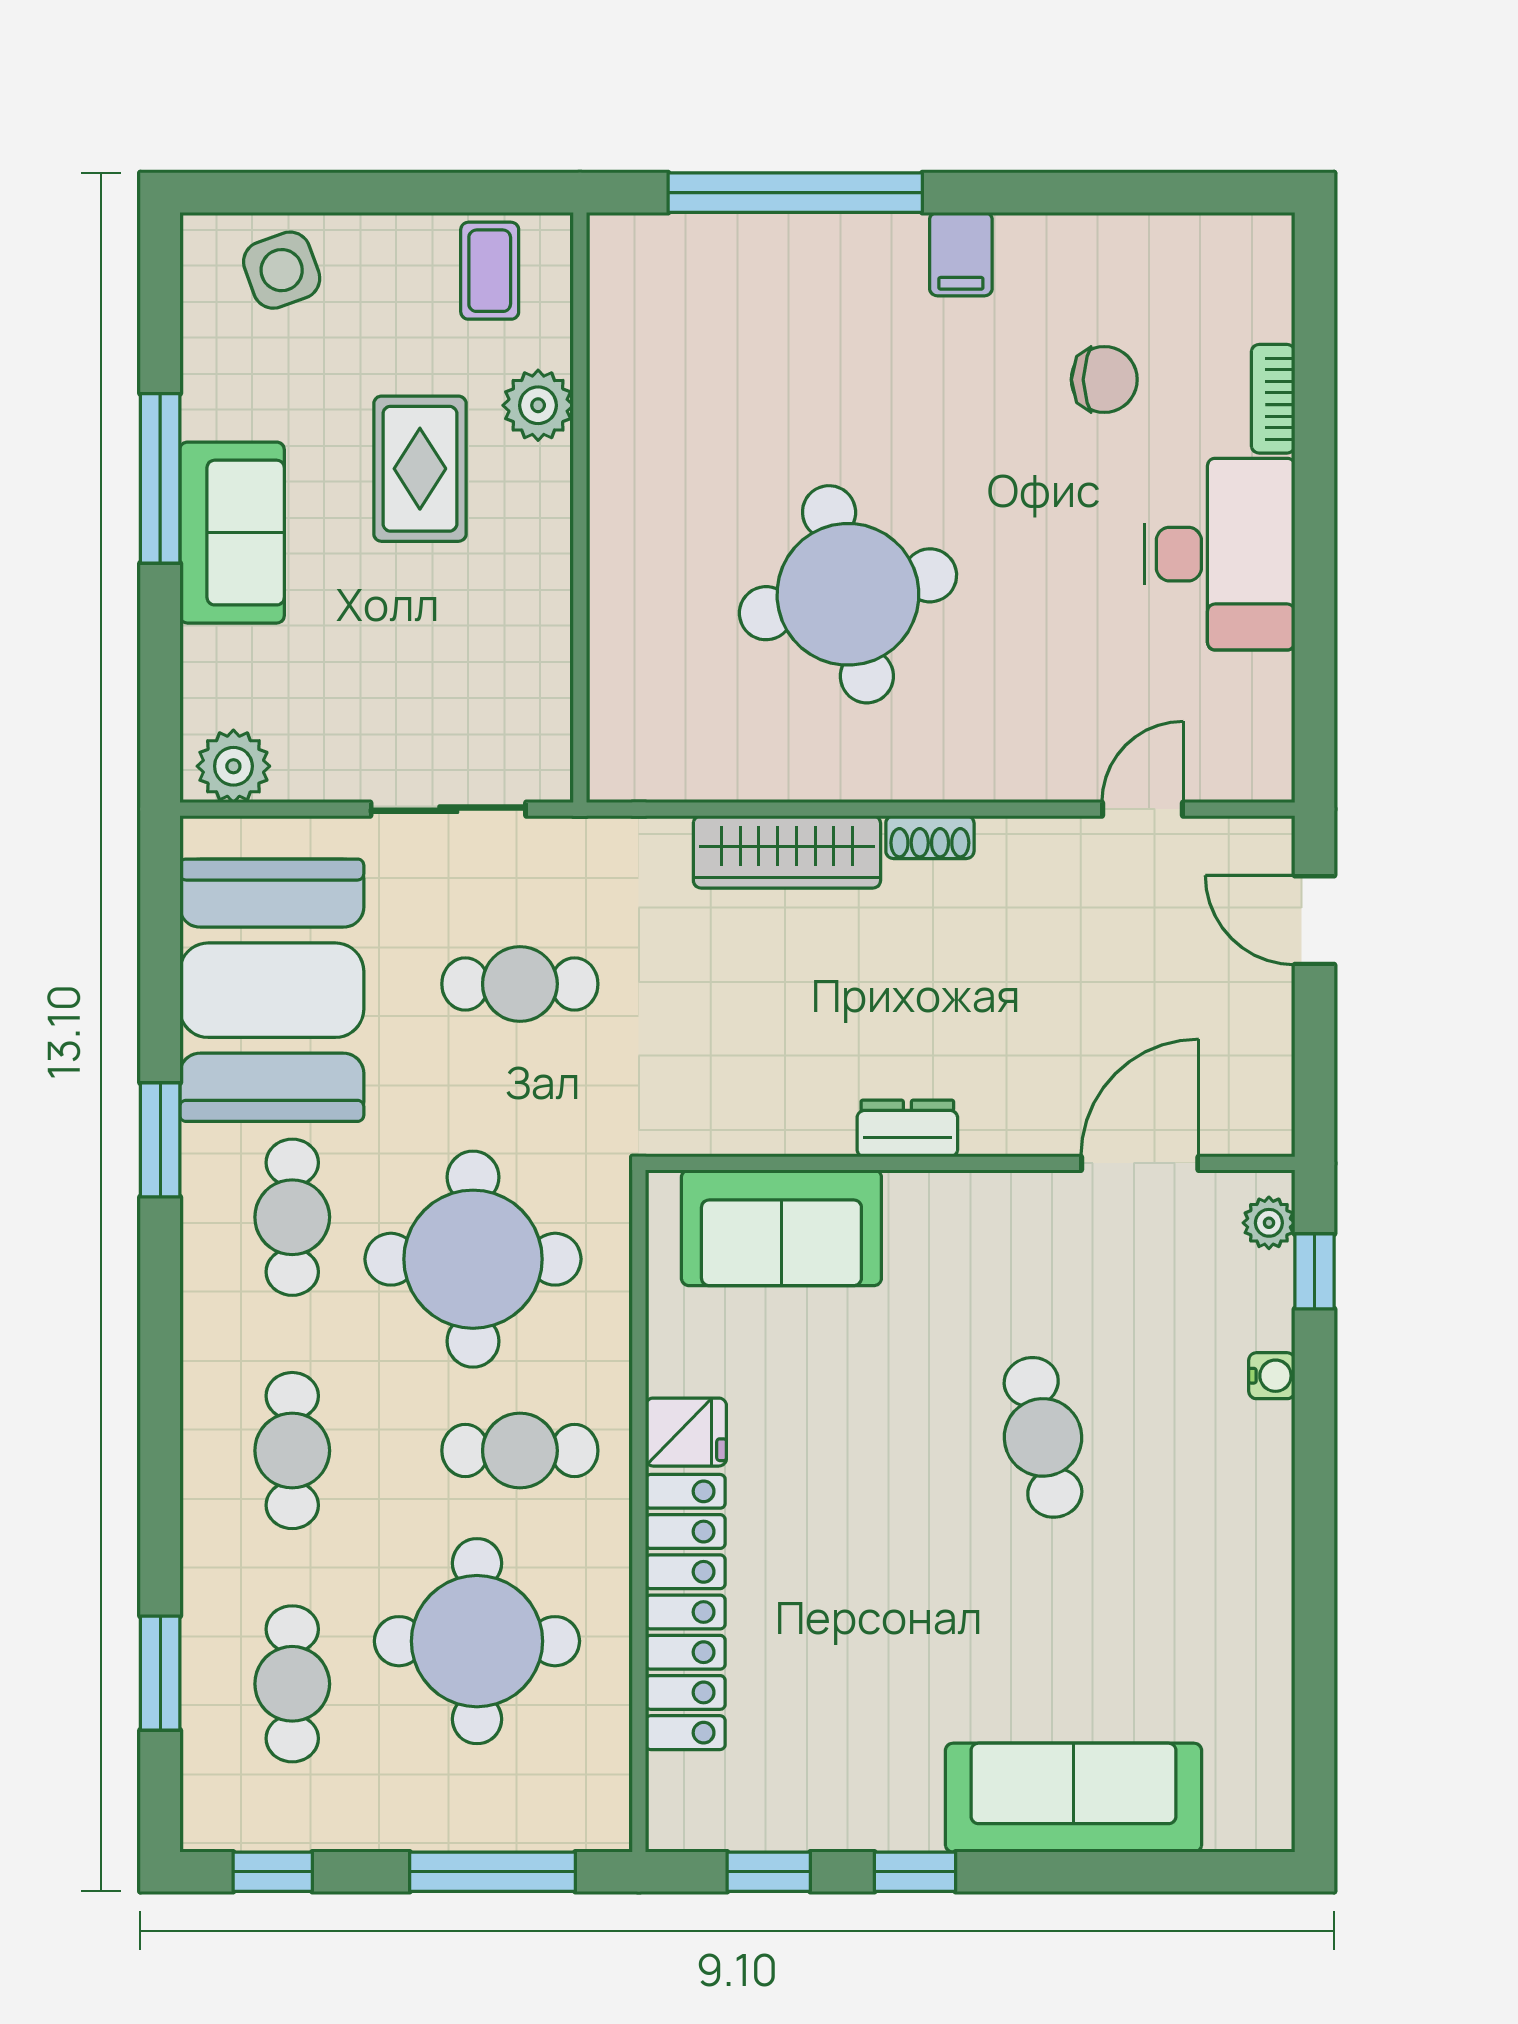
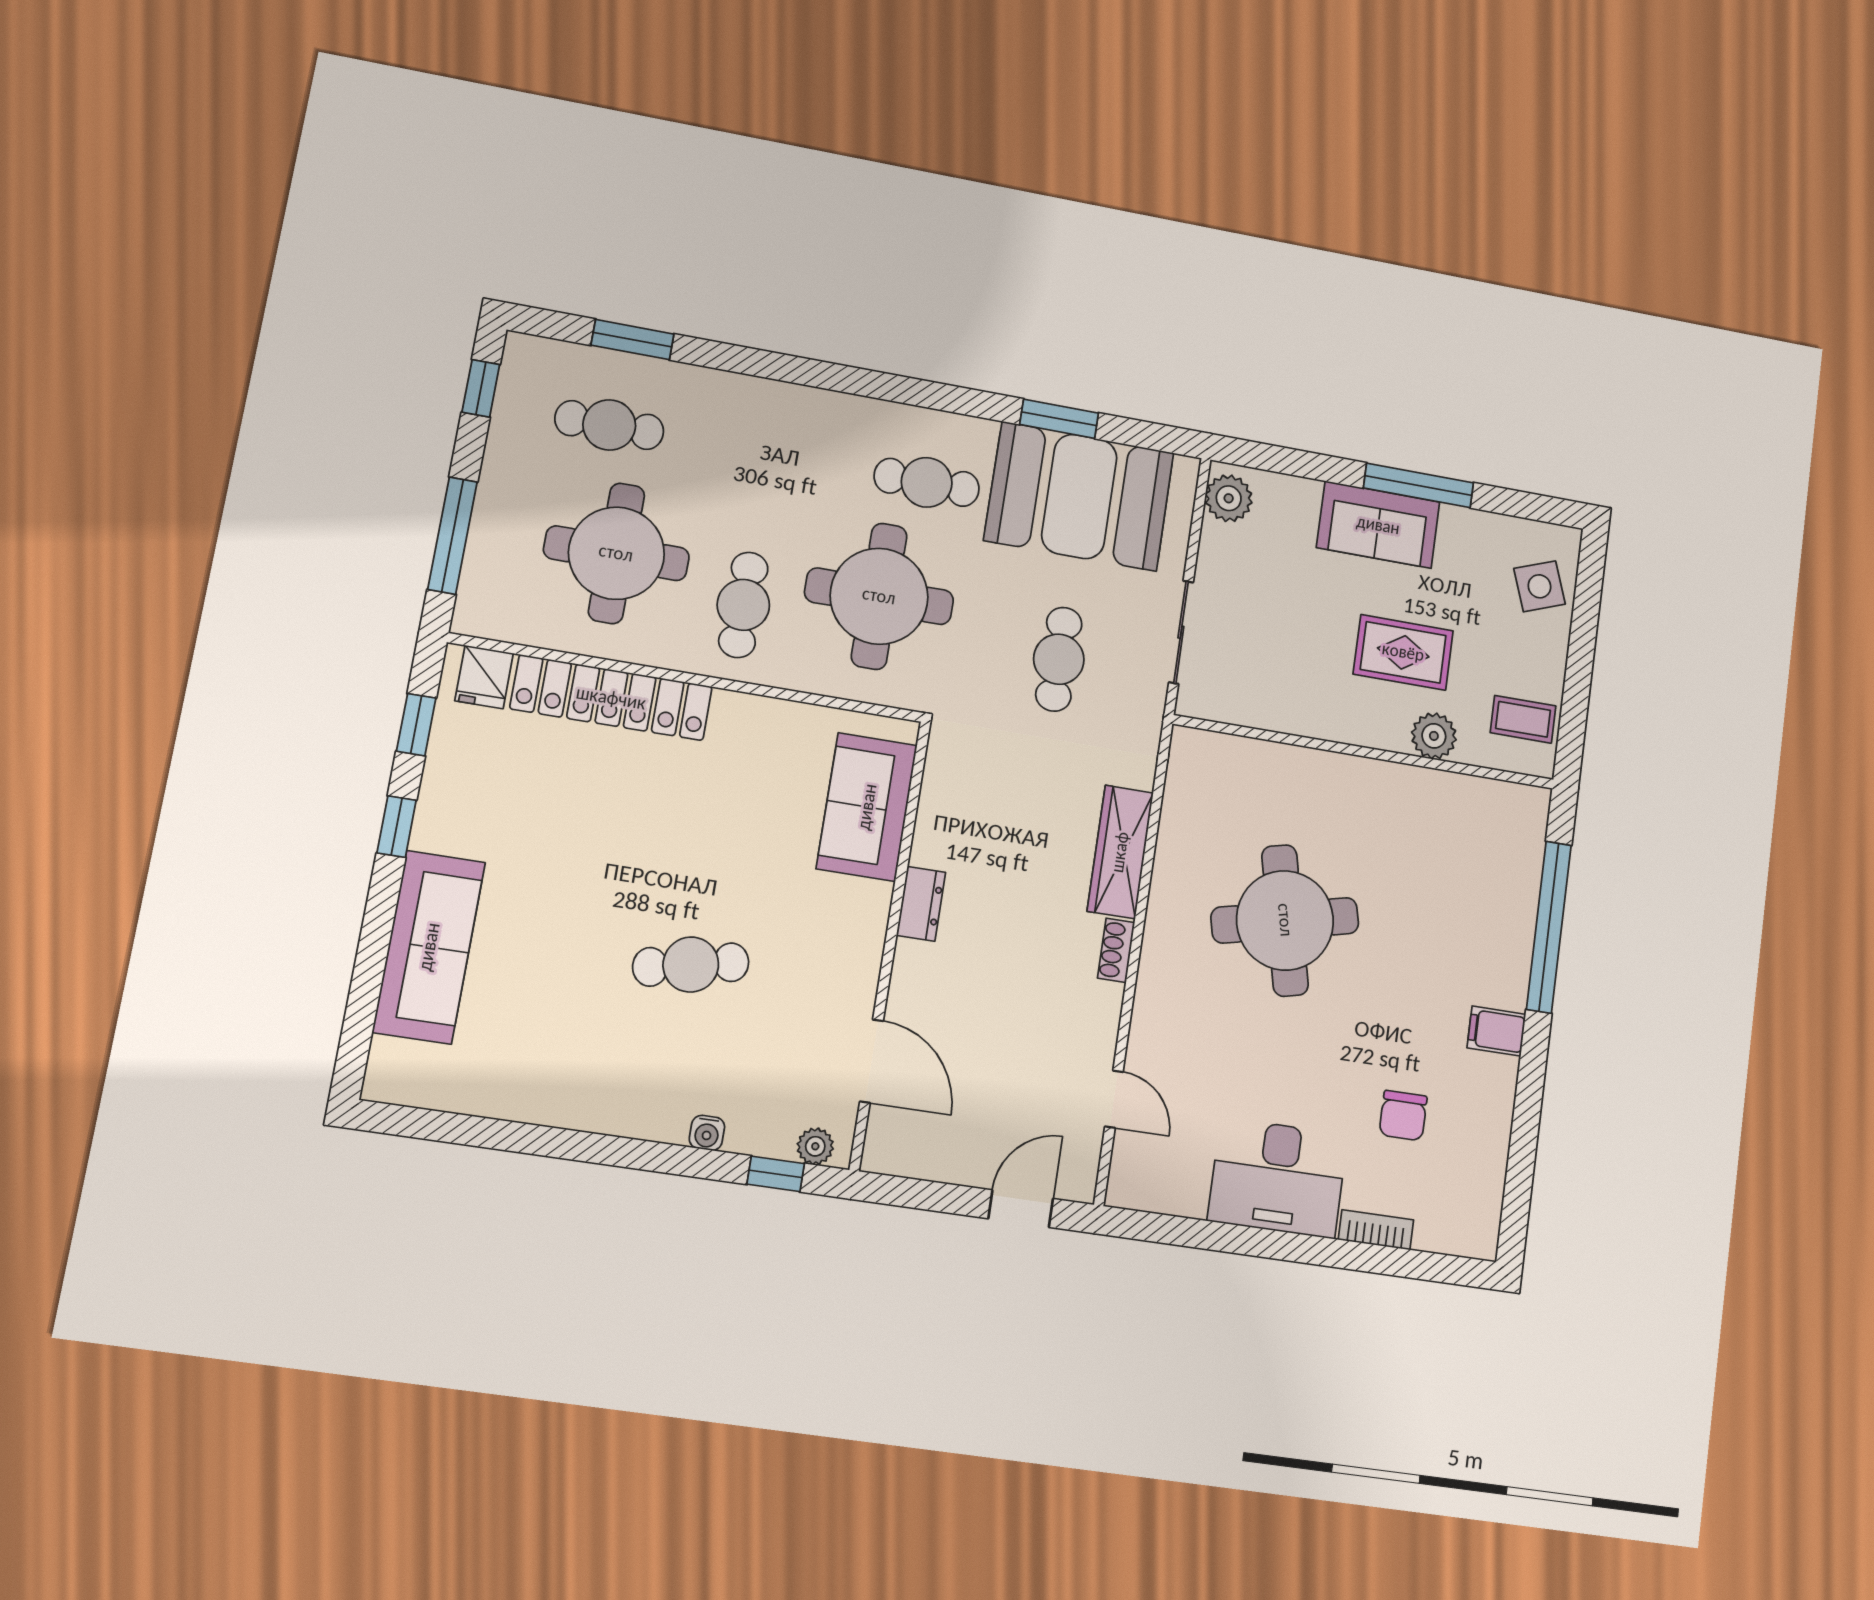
window: (160, 1140) -> (1059, 419), moved
fridge: (686, 1432) -> (484, 677), moved
cafe table: (292, 1451) -> (769, 454), removed

